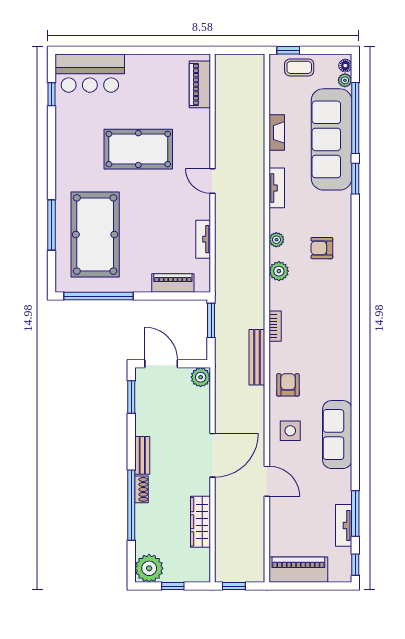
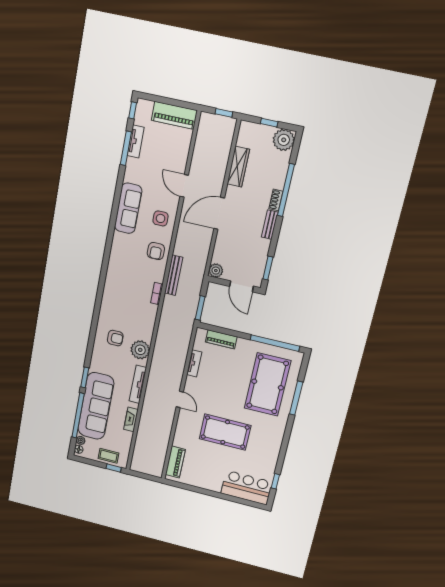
tv unit: (277, 188) -> (138, 384), width x1.41
plant: (276, 240) -> (140, 350), width x1.87, depth x1.87
plant: (279, 271) -> (147, 330), removed

